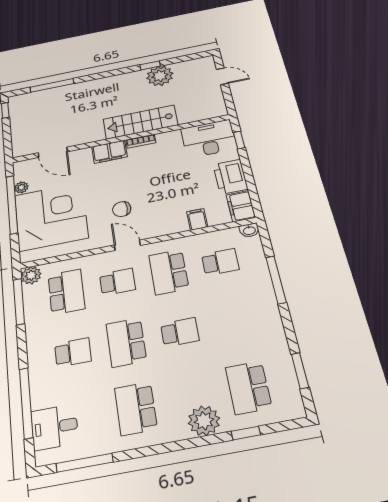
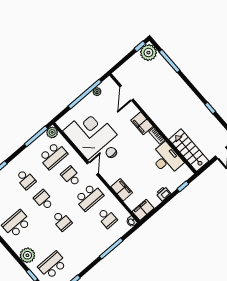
plant: (160, 76) -> (148, 53), moved
stairs: (140, 122) -> (189, 150), moved
desk: (209, 139) -> (166, 159), moved
printer: (230, 177) -> (163, 194), width x0.53, depth x0.68
corner desk: (51, 216) -> (90, 133), moved, turned -90
filing cabinet: (197, 219) -> (122, 190), width x2.00
school desk: (169, 272) -> (89, 197), turned 180
school desk: (117, 282) -> (71, 176), turned 180
school desk: (126, 342) -> (44, 200), width x0.54

